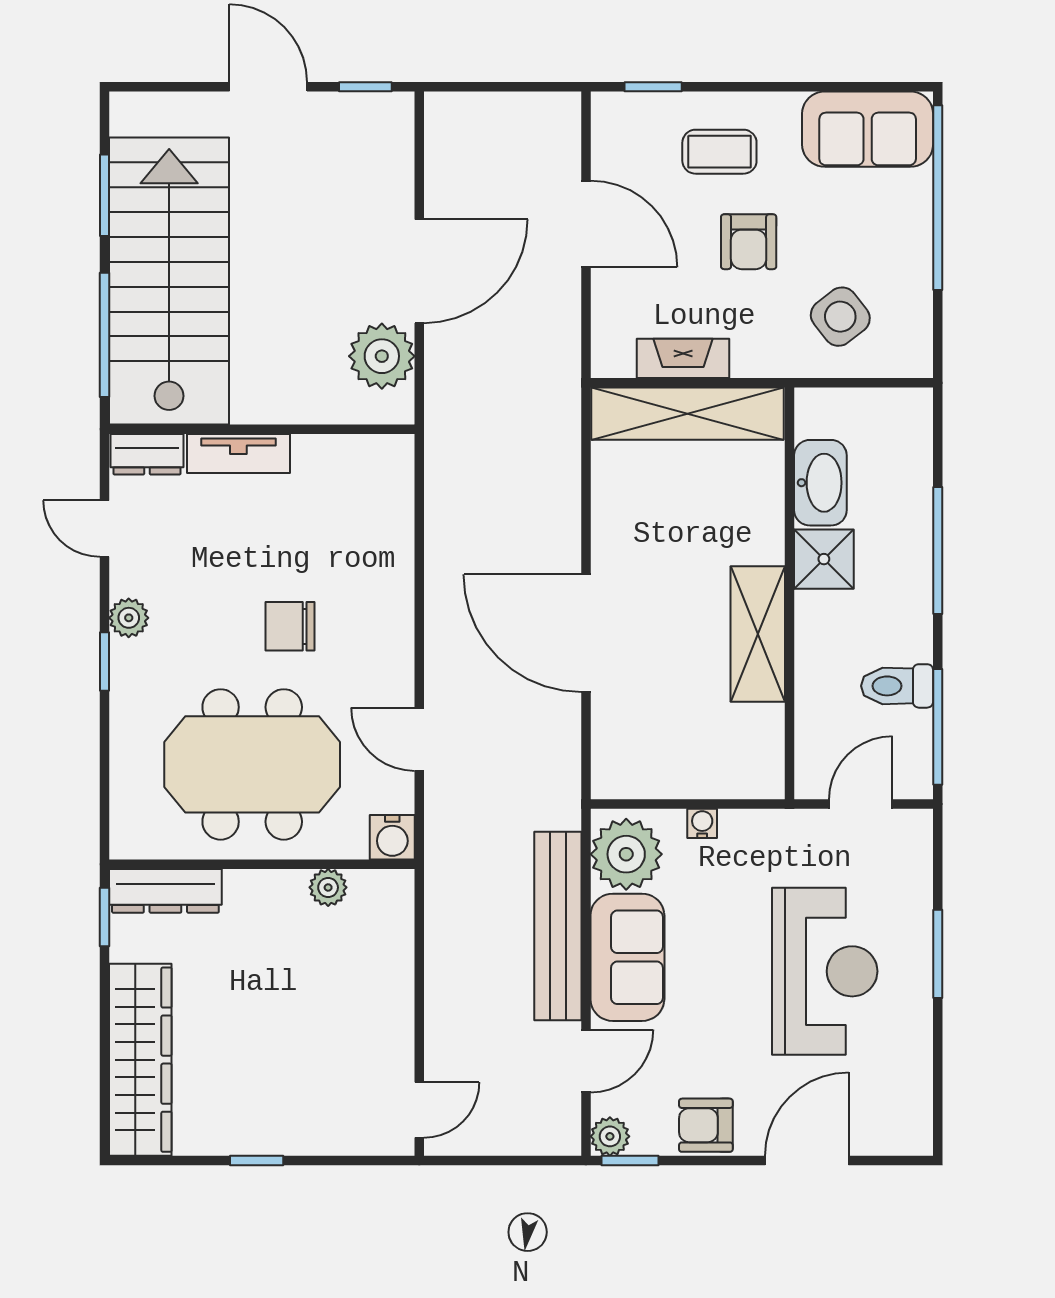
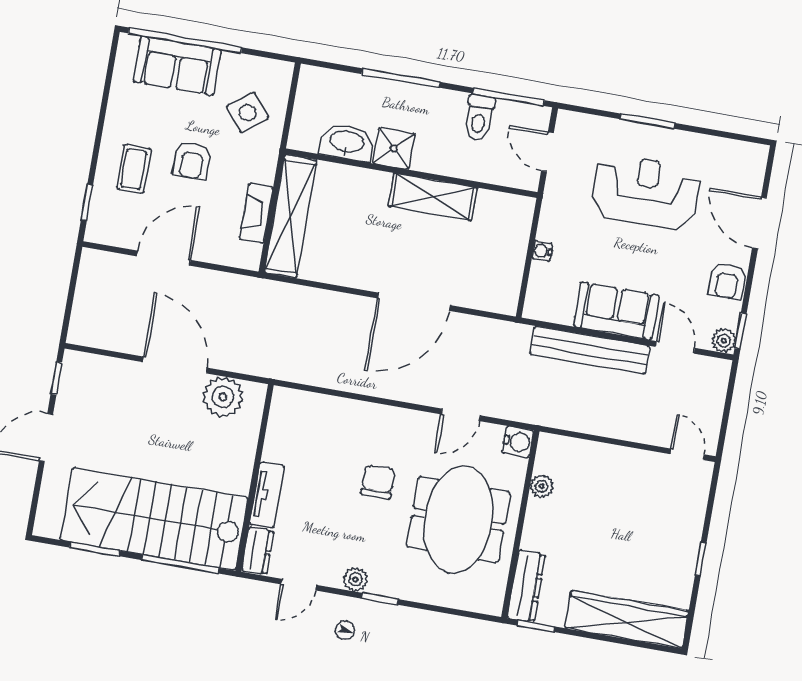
sofa: (868, 129) -> (177, 66), moved, turned 90
armchair: (749, 242) -> (192, 161), turned 90
chair: (290, 626) -> (378, 482), turned 180
plant: (626, 854) -> (553, 301), removed

